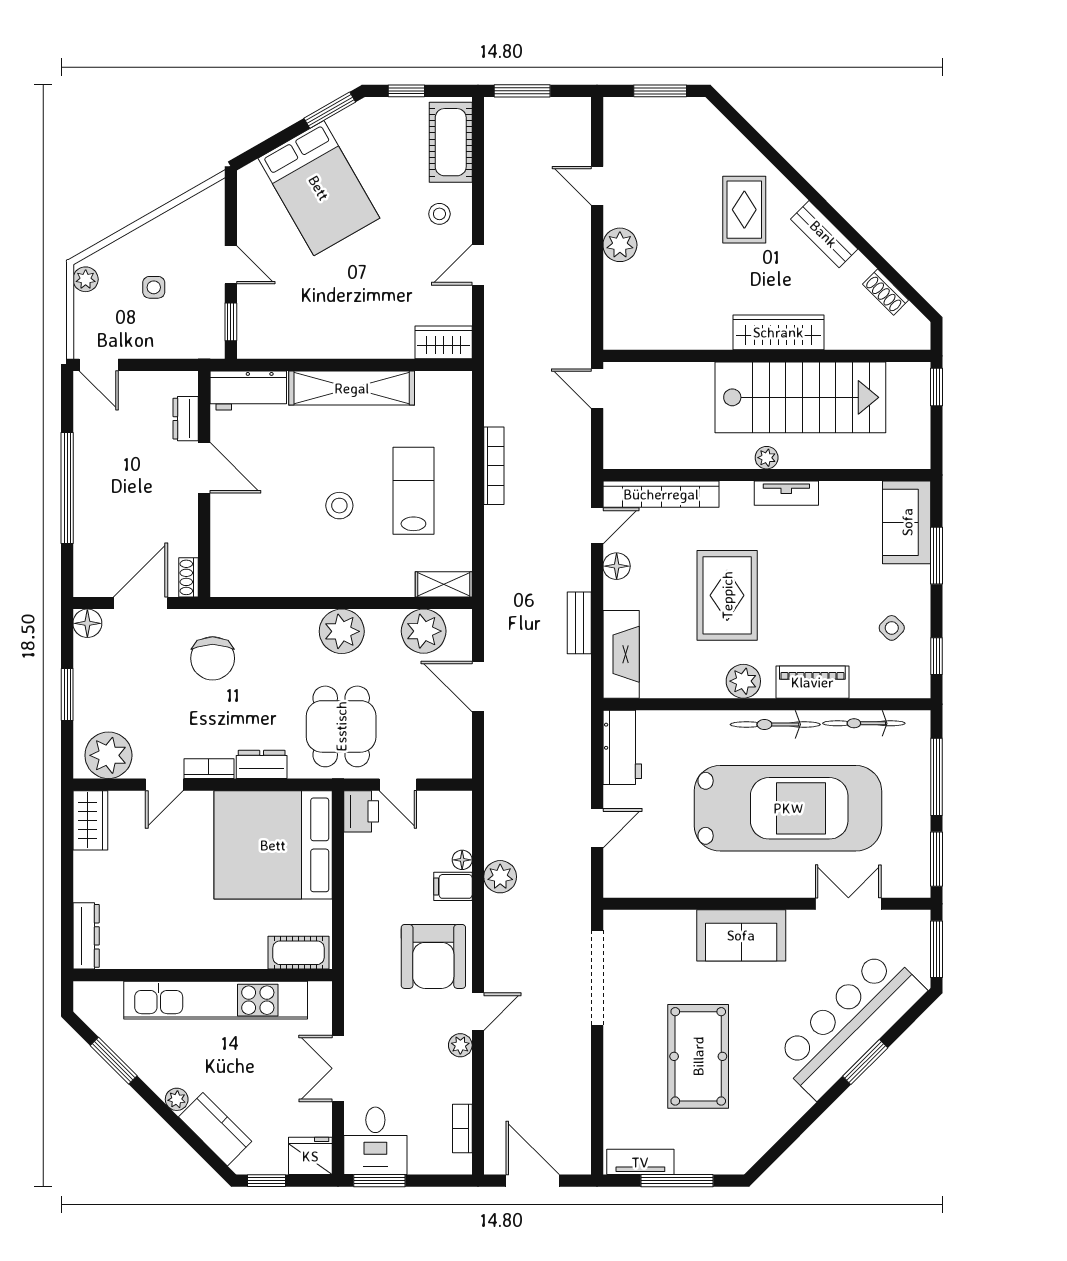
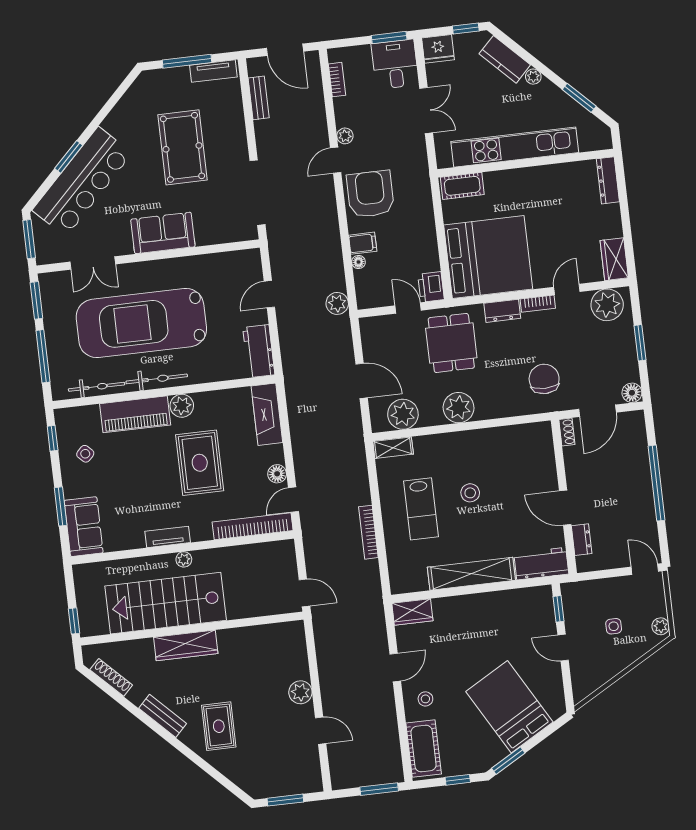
shoe rack: (886, 292) -> (111, 677), width x1.43
bench: (579, 623) -> (259, 98), moved
piano: (812, 682) -> (135, 414), width x1.37, depth x1.33
plant: (500, 877) -> (337, 303), moved

